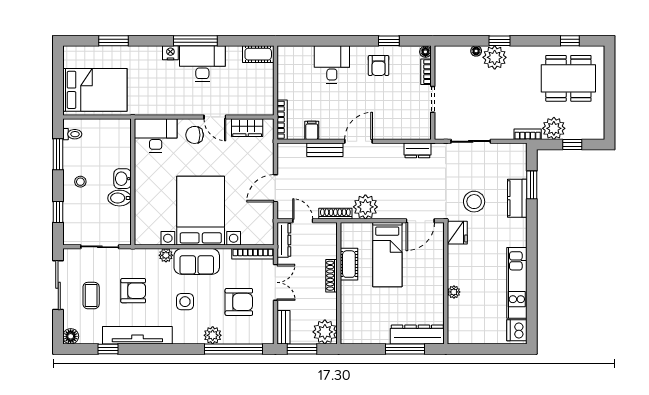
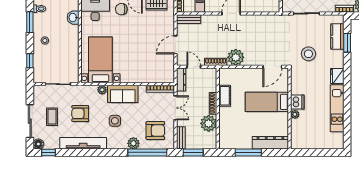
bench: (325, 150) -> (189, 19), moved
dresser: (417, 150) -> (271, 20), removed
washbasin: (123, 179) -> (73, 18), moved
bidet: (119, 198) -> (71, 51), removed
kitchen counter: (517, 198) -> (337, 37), moved
bed with nightstands: (201, 211) -> (100, 60), moved, width x0.73
fridge: (457, 233) -> (337, 76), moved, turned 180
bed: (387, 255) -> (267, 102), moved, turned 90
sliding door: (58, 285) -> (30, 121), moved
armchair: (133, 291) -> (80, 113), turned 180
armchair: (239, 302) -> (155, 131), moved
dishwasher: (517, 330) -> (297, 102), moved, turned 180
plant: (325, 332) -> (209, 123), moved
window: (108, 349) -> (49, 152), moved
window: (405, 349) -> (248, 152), moved

